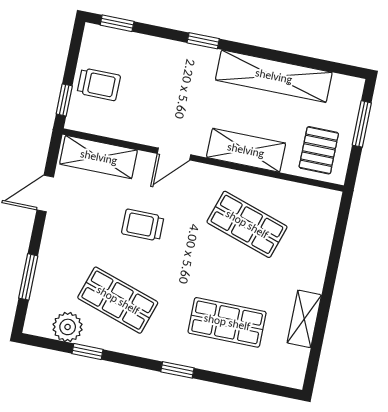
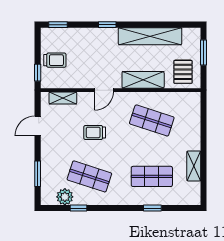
shelving: (99, 157) -> (63, 98), width x0.67, depth x0.75
window: (177, 370) -> (152, 208), moved

